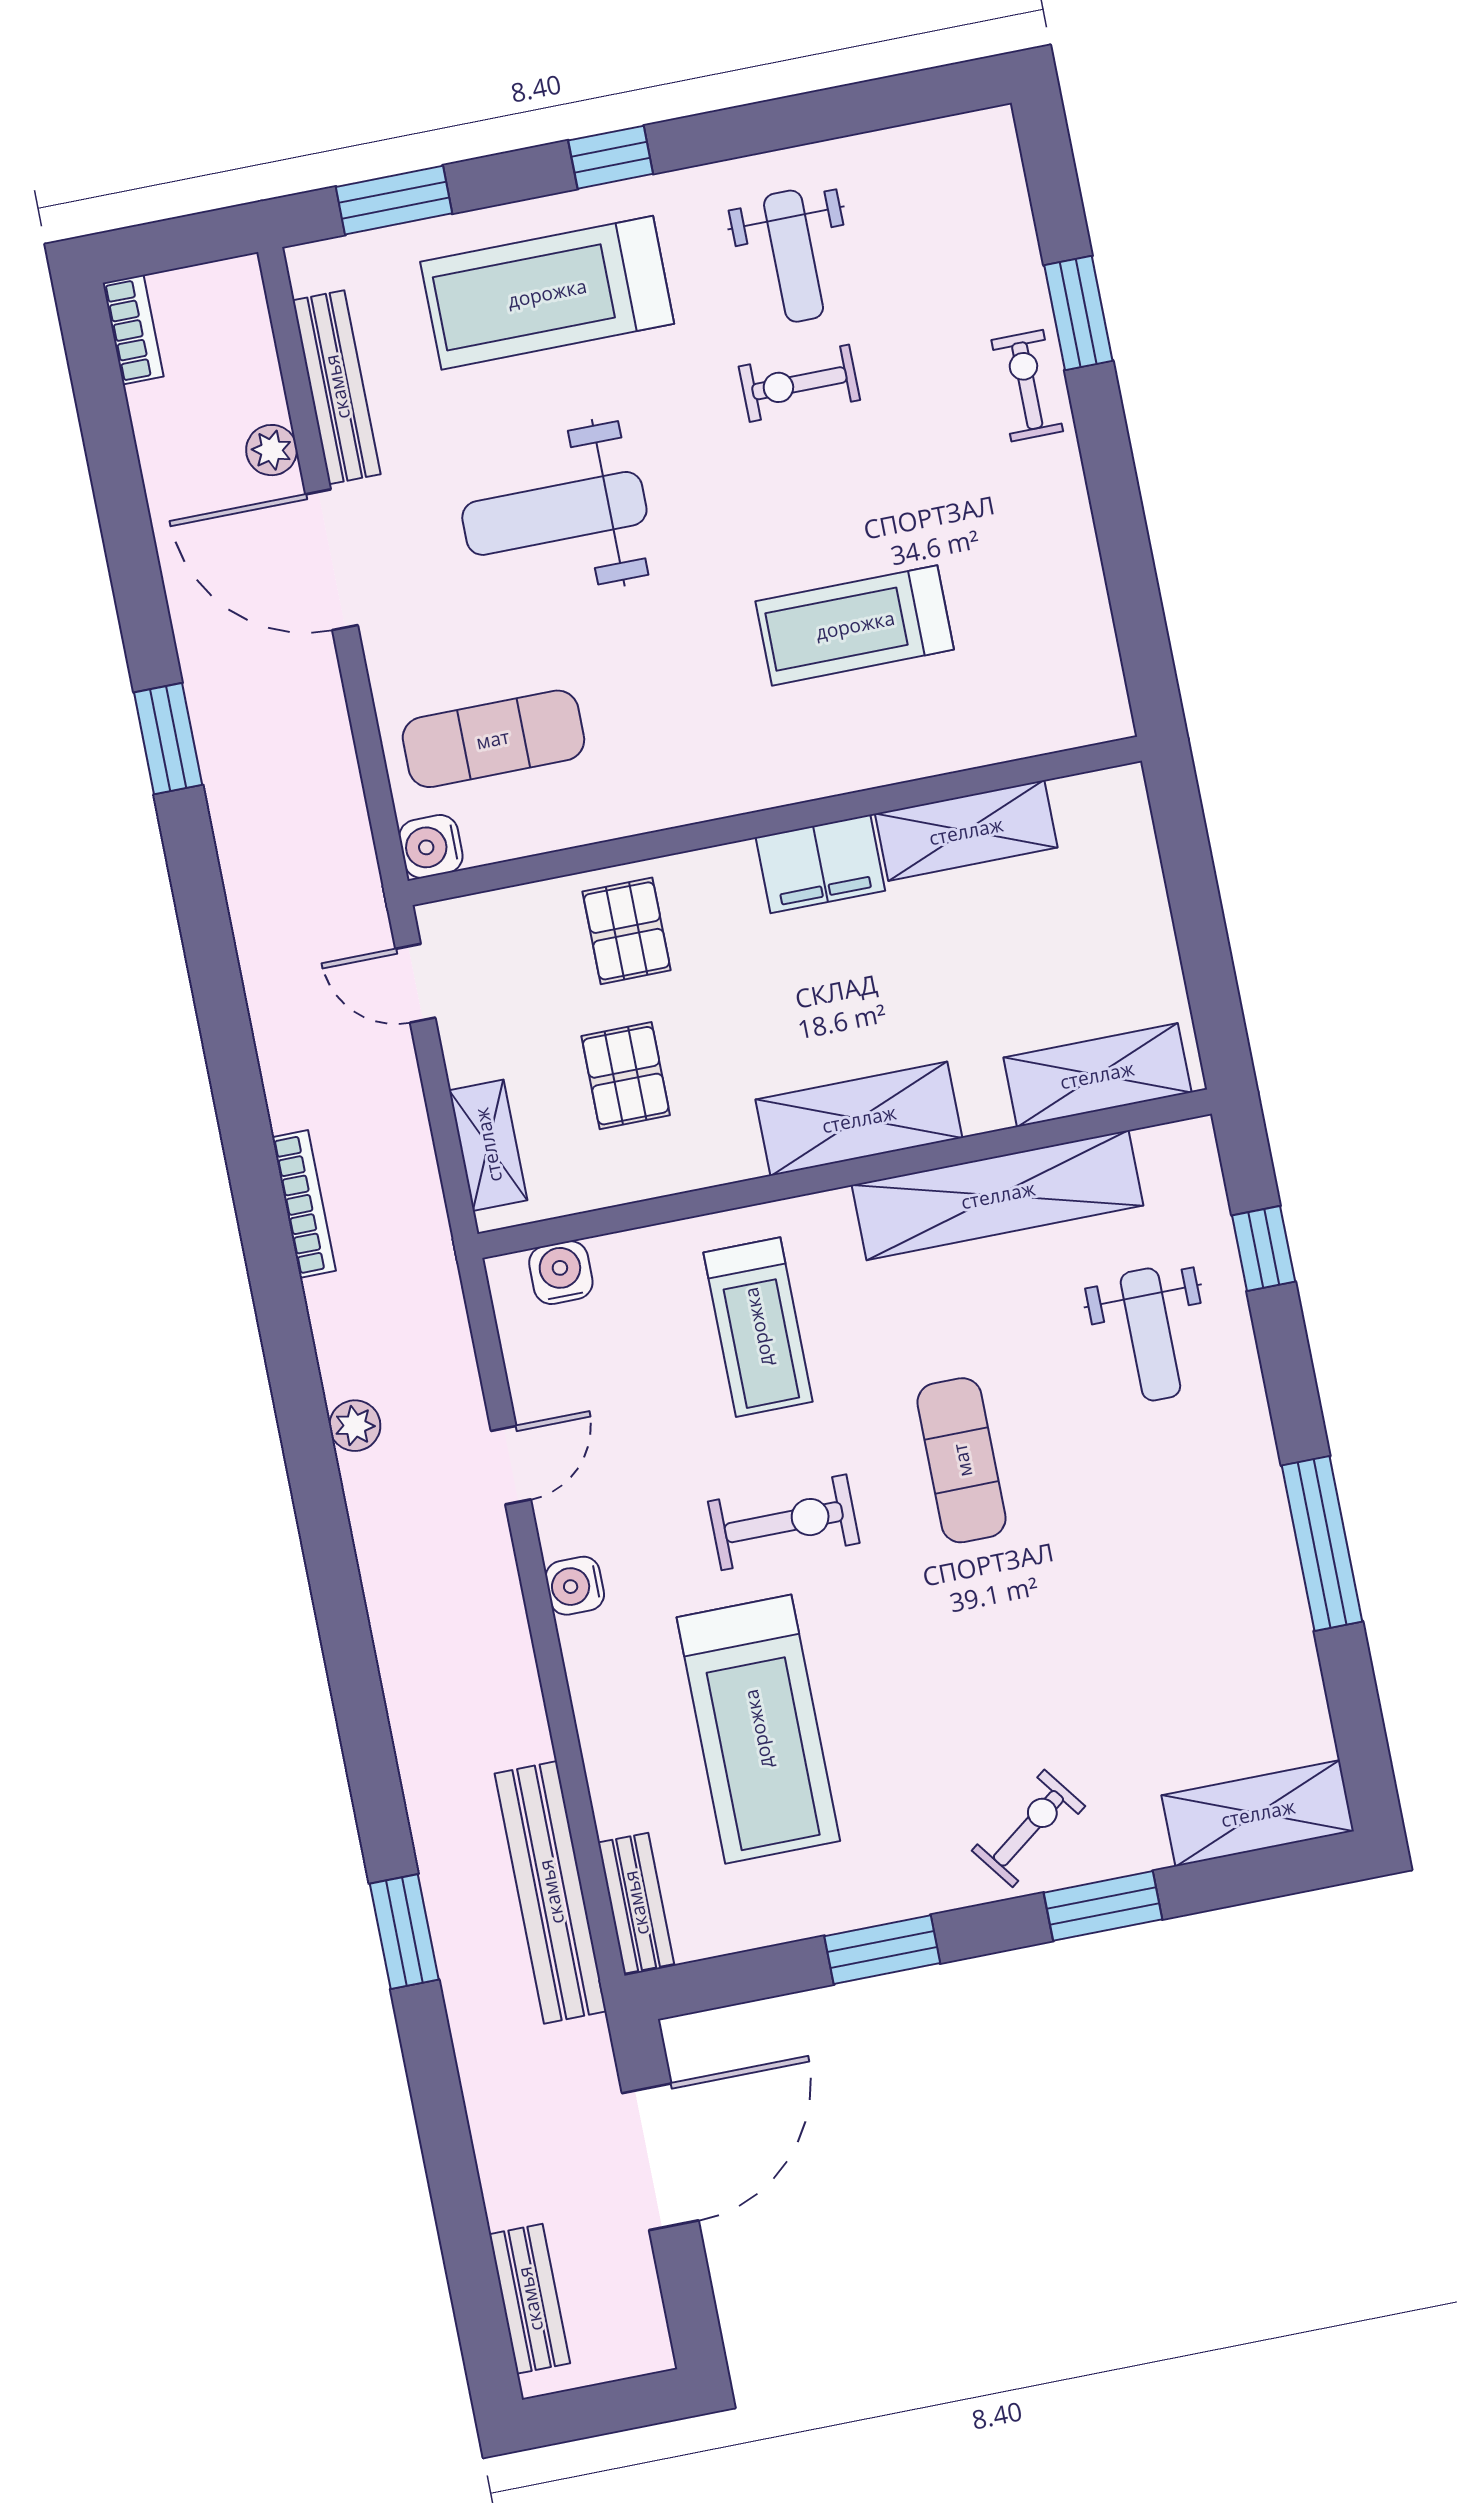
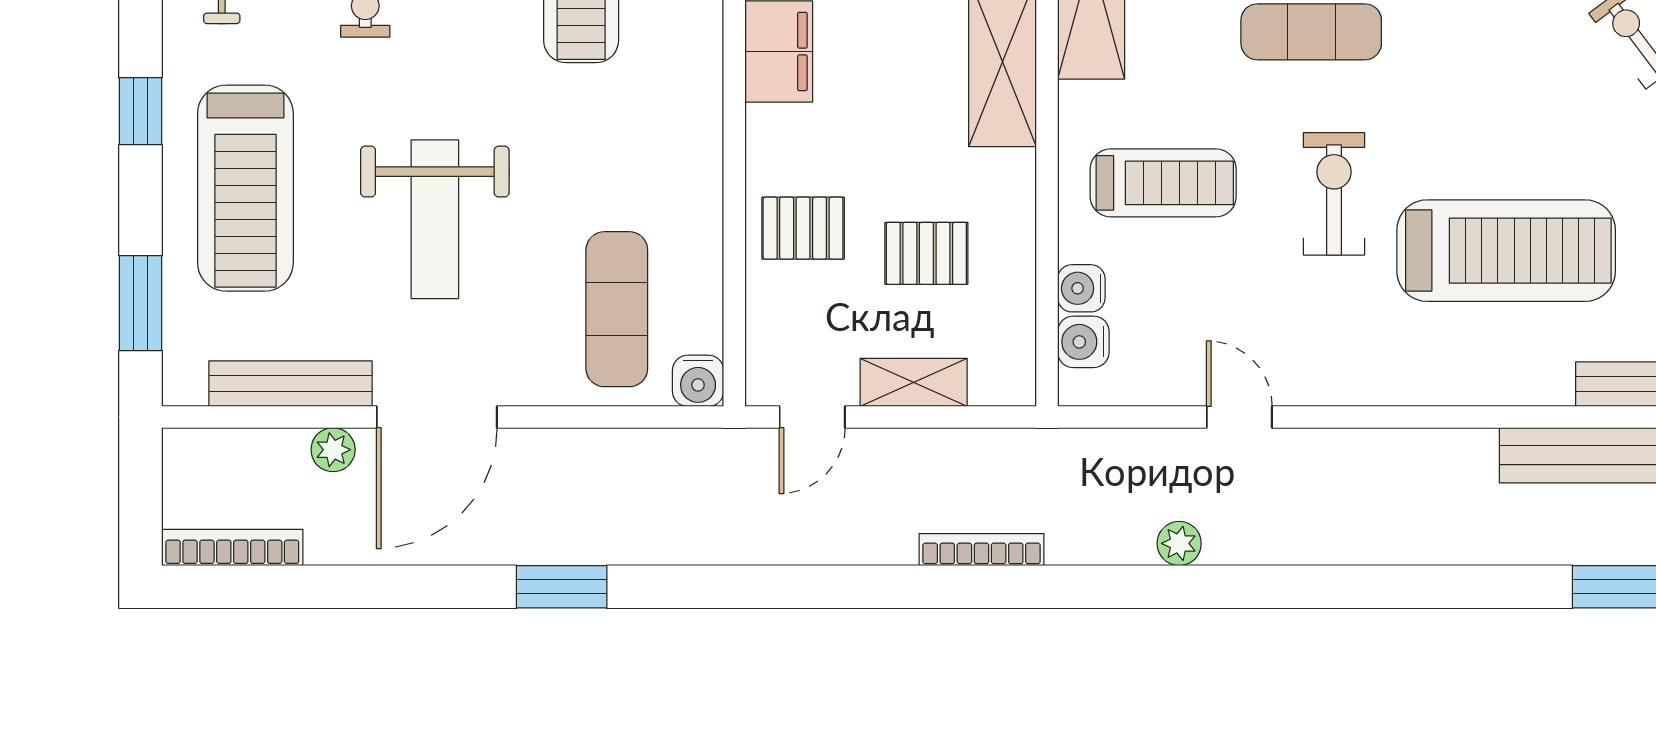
bookcase: (133, 330) -> (232, 547), width x1.56
shelving: (488, 1145) -> (914, 382), moved
water cooler: (575, 1586) -> (1081, 288), moved, turned 90

